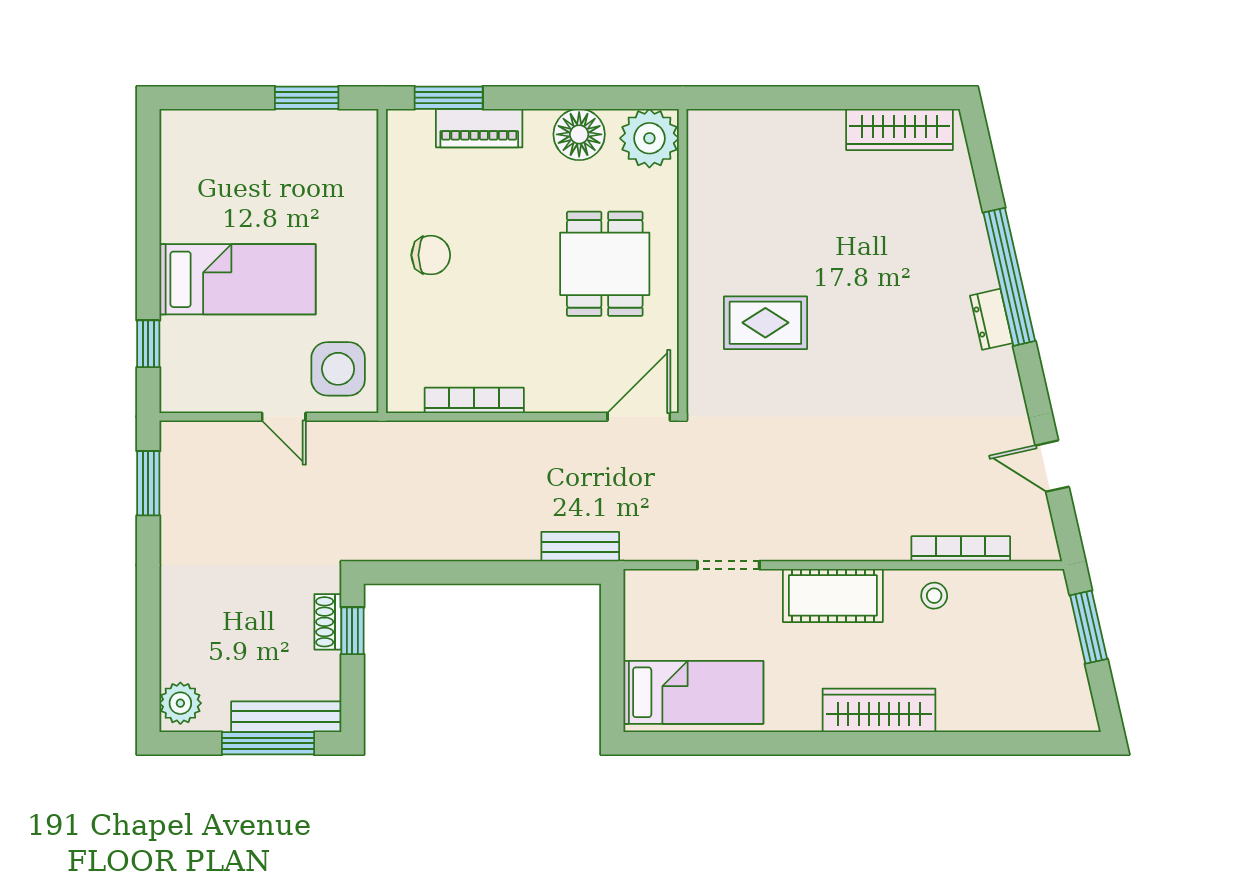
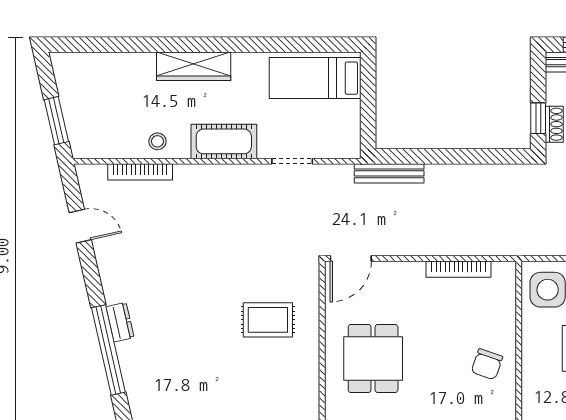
chair: (431, 255) -> (487, 364), turned -71
bench: (580, 547) -> (389, 173), width x1.36

